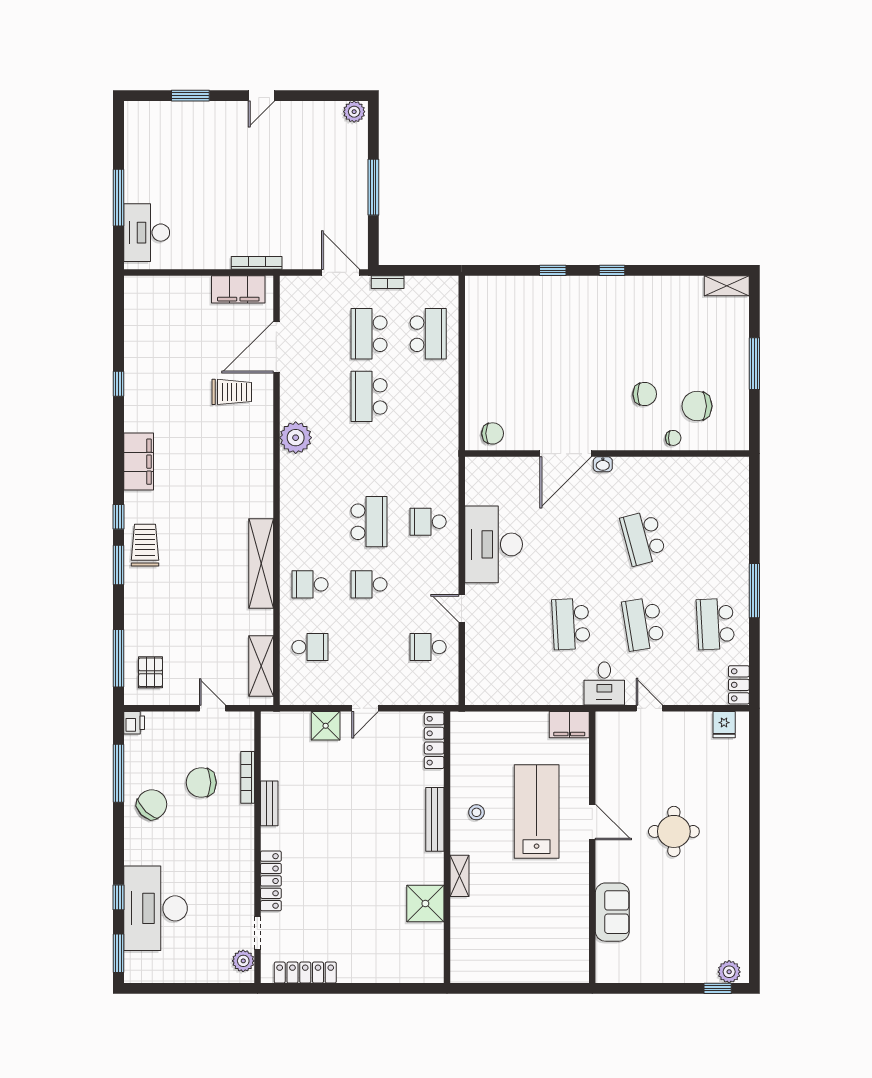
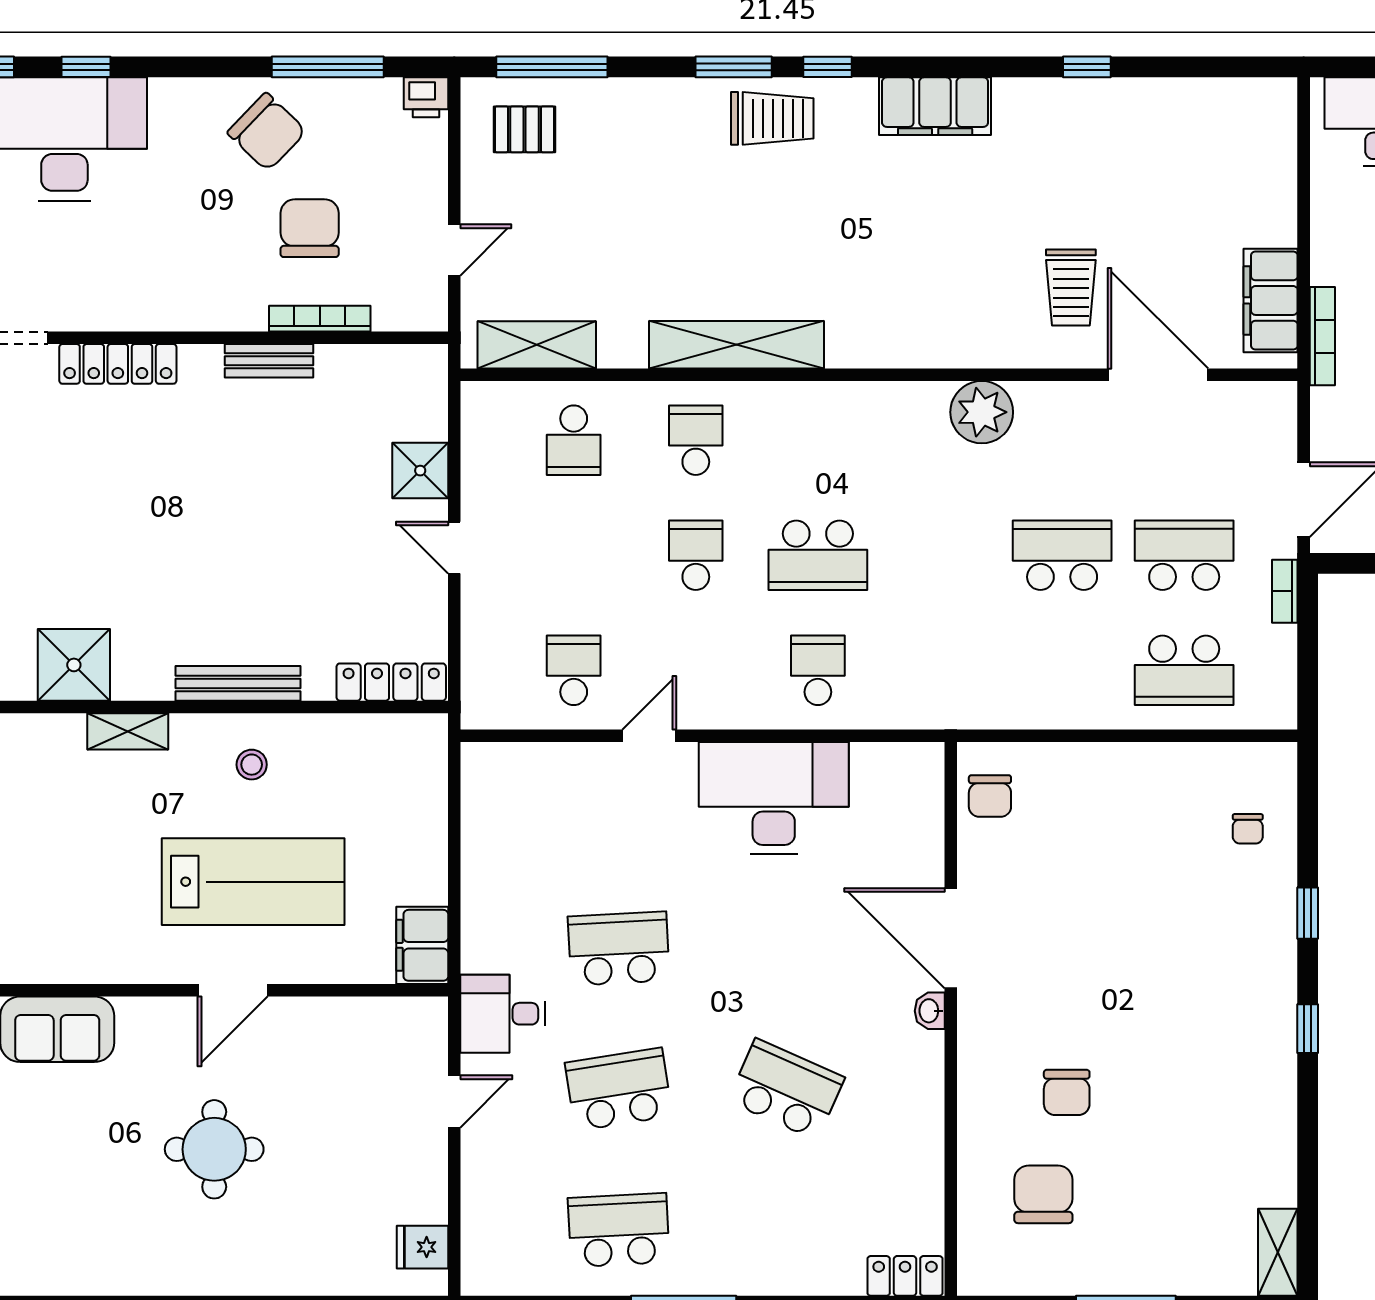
chair: (673, 438) -> (1248, 829), moved
school desk: (643, 538) -> (786, 1089), turned 39
locker: (739, 685) -> (905, 1276), moved

